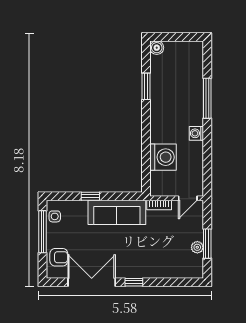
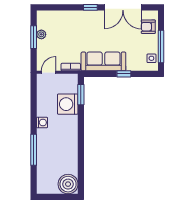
boiler: (157, 48) -> (68, 184), width x1.86, depth x1.86
window: (146, 86) -> (81, 95), moved

